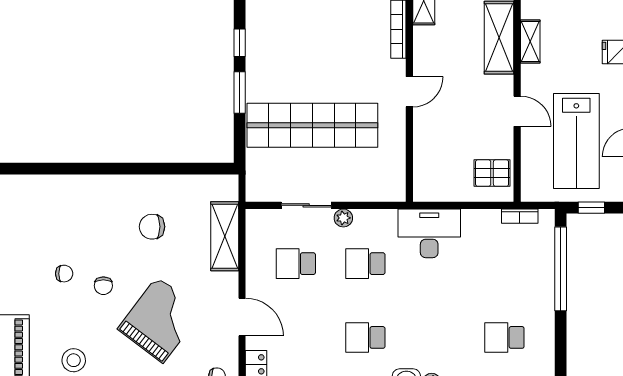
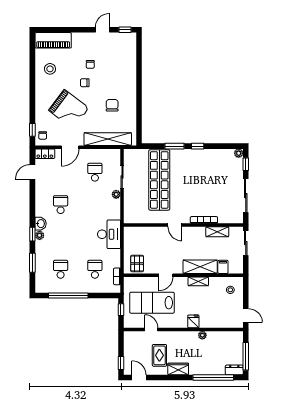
shelving: (225, 236) -> (108, 139), width x1.47
school desk: (365, 264) -> (95, 269), moved
window: (561, 269) -> (68, 295), moved

